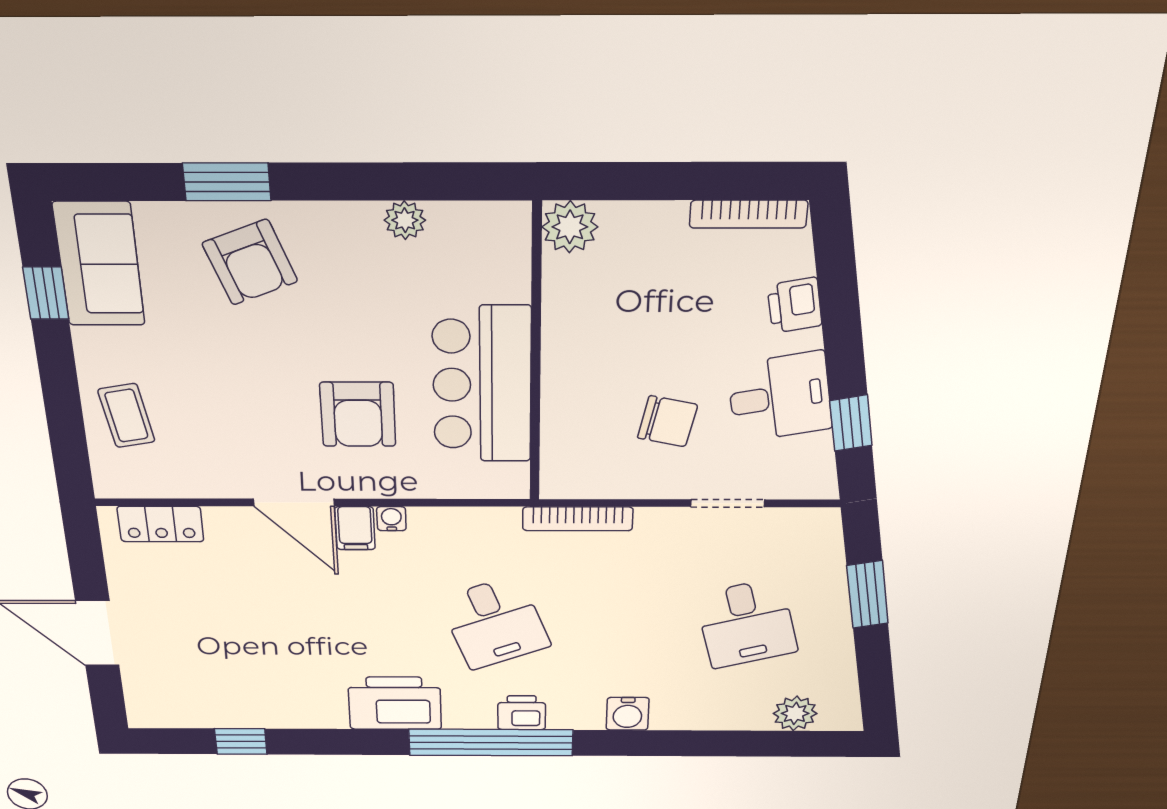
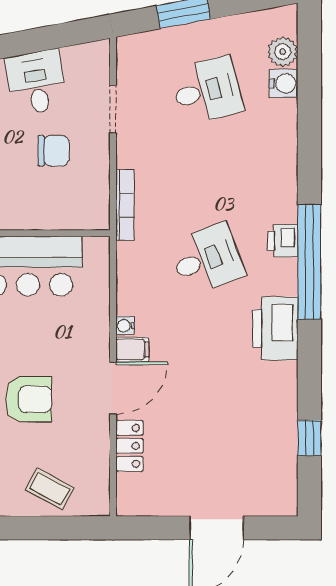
armchair: (358, 414) -> (29, 399), moved
coffee table: (126, 416) -> (50, 489), turned 38
chair: (667, 421) -> (53, 151), turned 78
window: (851, 423) -> (55, 37), removed
locker: (161, 524) -> (129, 446), moved
water cooler: (628, 714) -> (284, 83), moved

